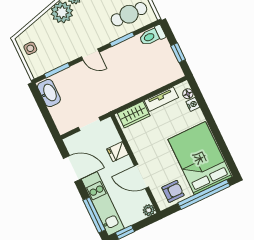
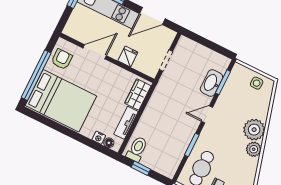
toilet: (152, 36) -> (137, 149), moved
washbasin: (49, 93) -> (211, 83), moved, turned 90
armchair: (173, 191) -> (62, 59), turned 180
plant: (149, 210) -> (69, 30), removed

